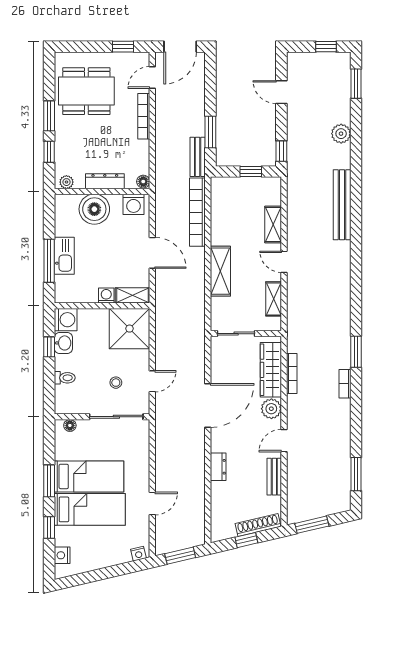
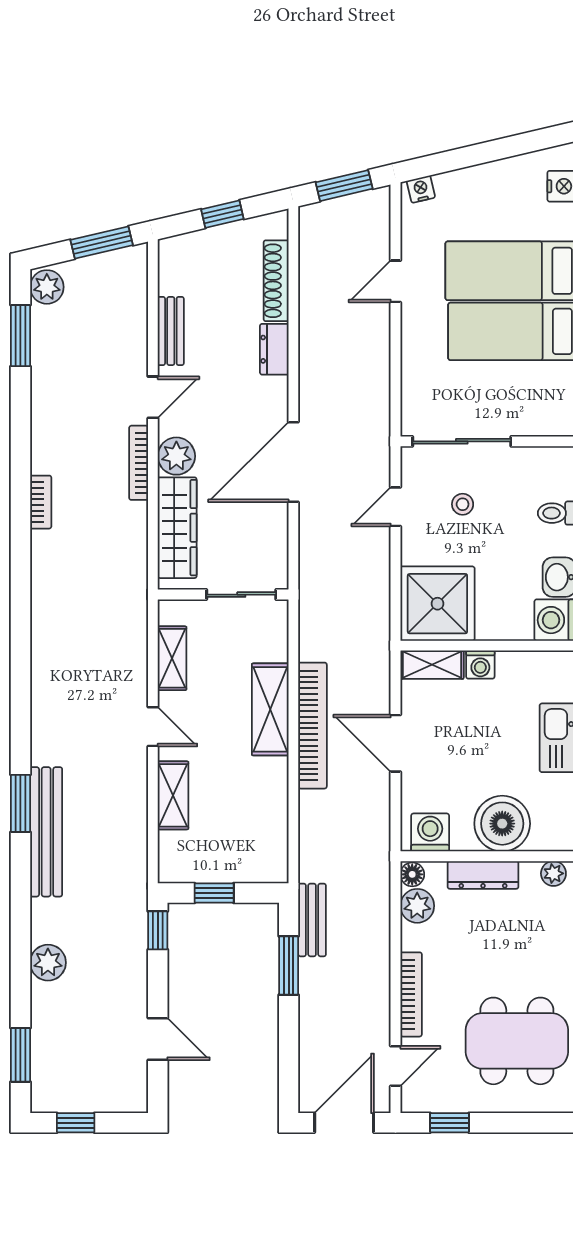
plant: (140, 164) -> (417, 906), added
bookcase: (197, 212) -> (312, 726), moved
window: (356, 352) -> (20, 803), moved
bookcase: (292, 374) -> (139, 463), moved
floor lamp: (70, 425) -> (547, 425), removed
plant: (342, 501) -> (47, 287), added
shoe rack: (258, 525) -> (276, 281), moved, turned 103

